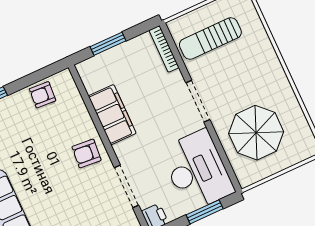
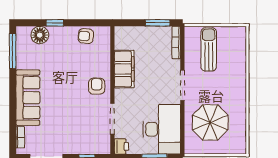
sun lounger: (210, 39) -> (209, 49), turned 90
window: (108, 44) -> (158, 23), moved
armchair: (87, 153) -> (97, 86), turned 85

